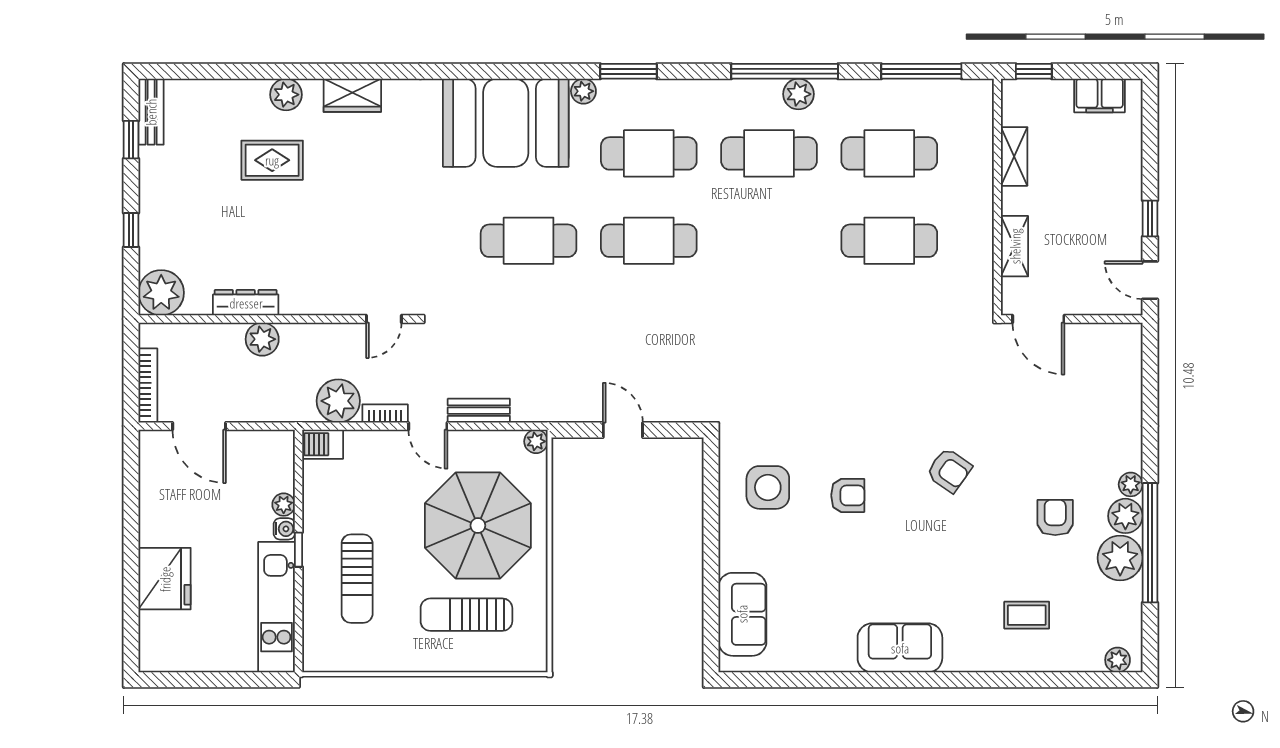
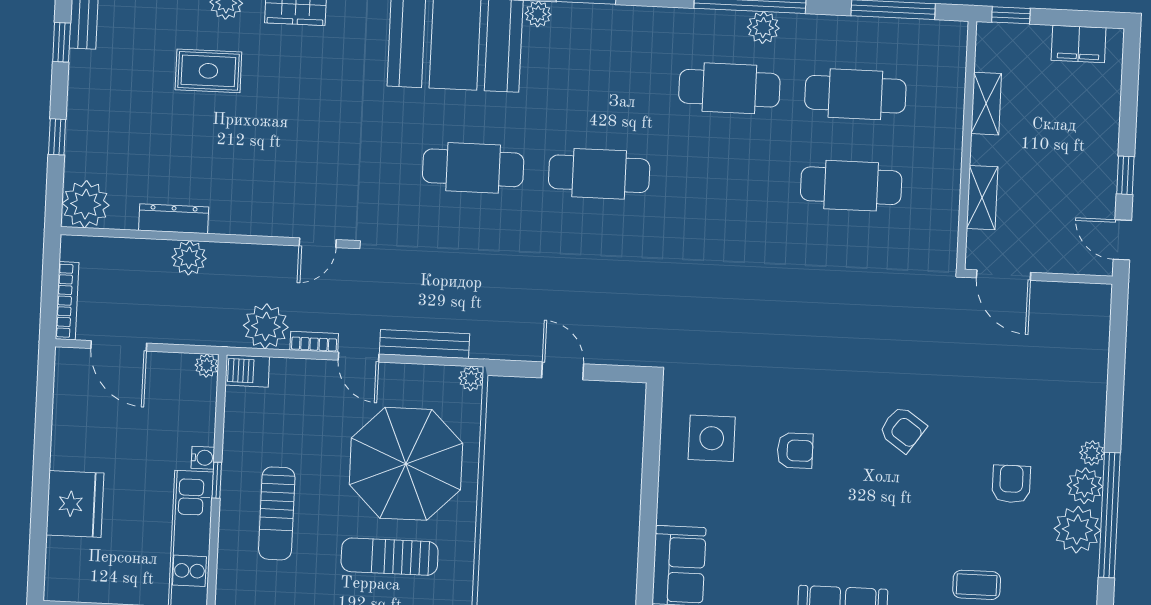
cafe table: (649, 153) -> (603, 82), removed
bench: (479, 411) -> (424, 344), width x1.36
plant: (284, 505) -> (207, 366), moved

